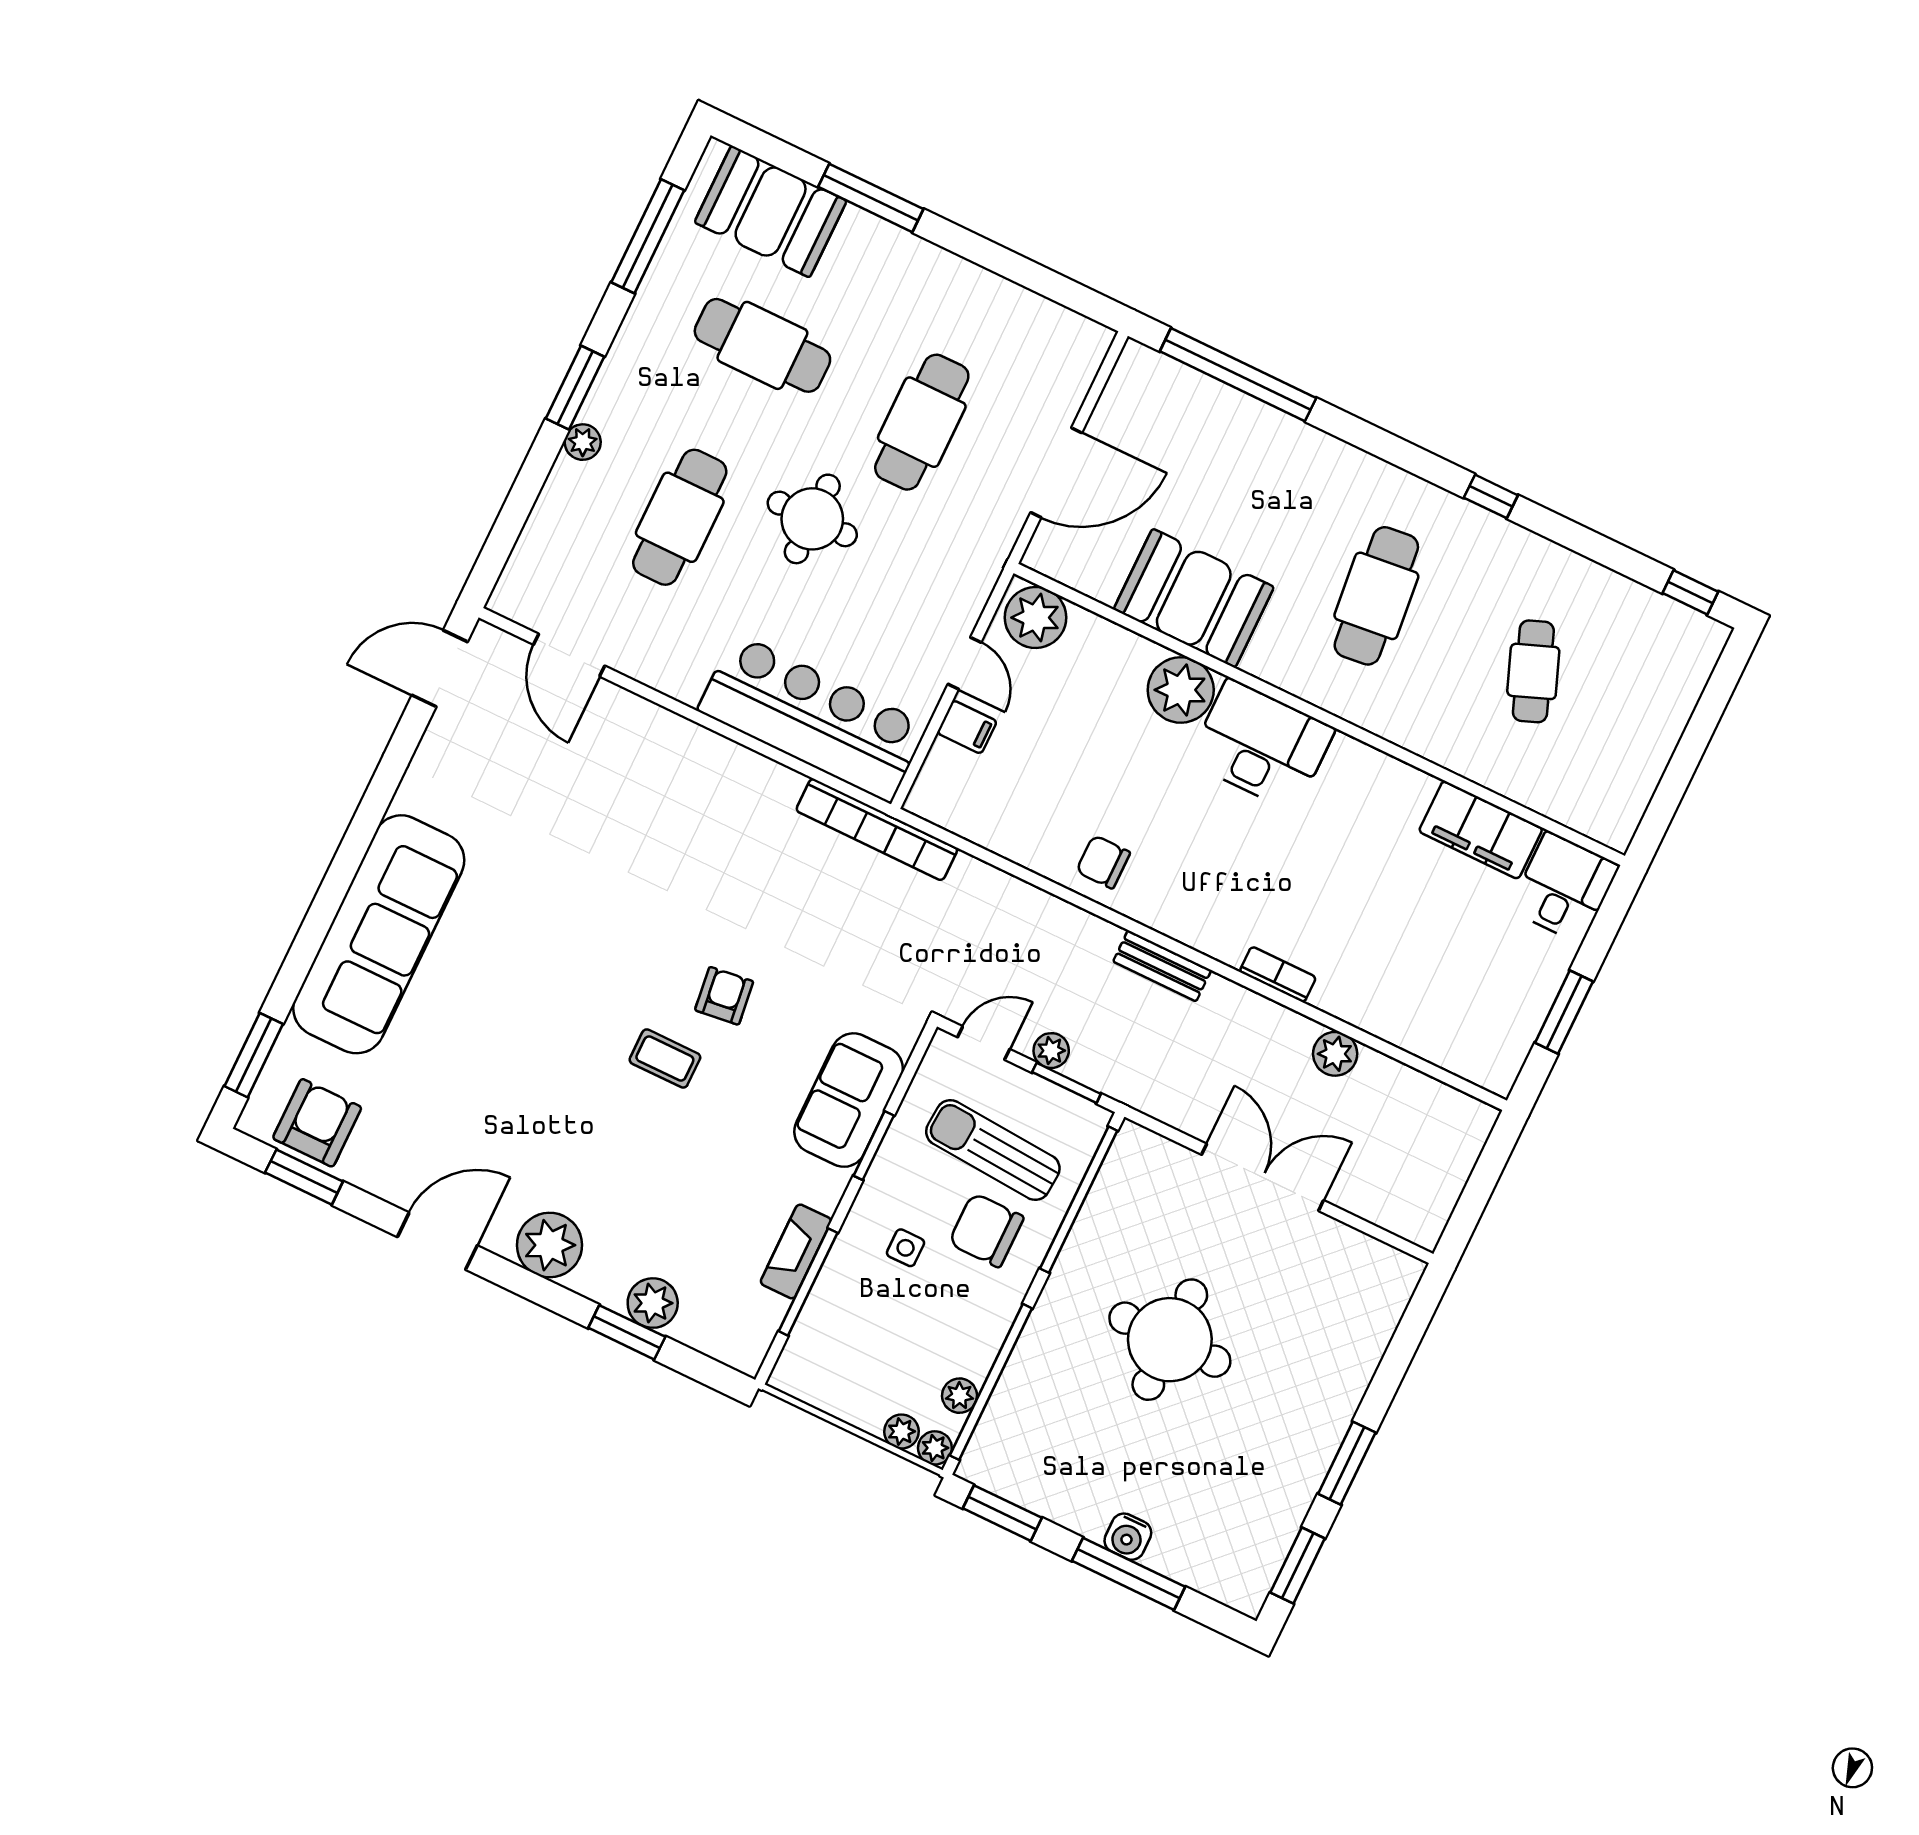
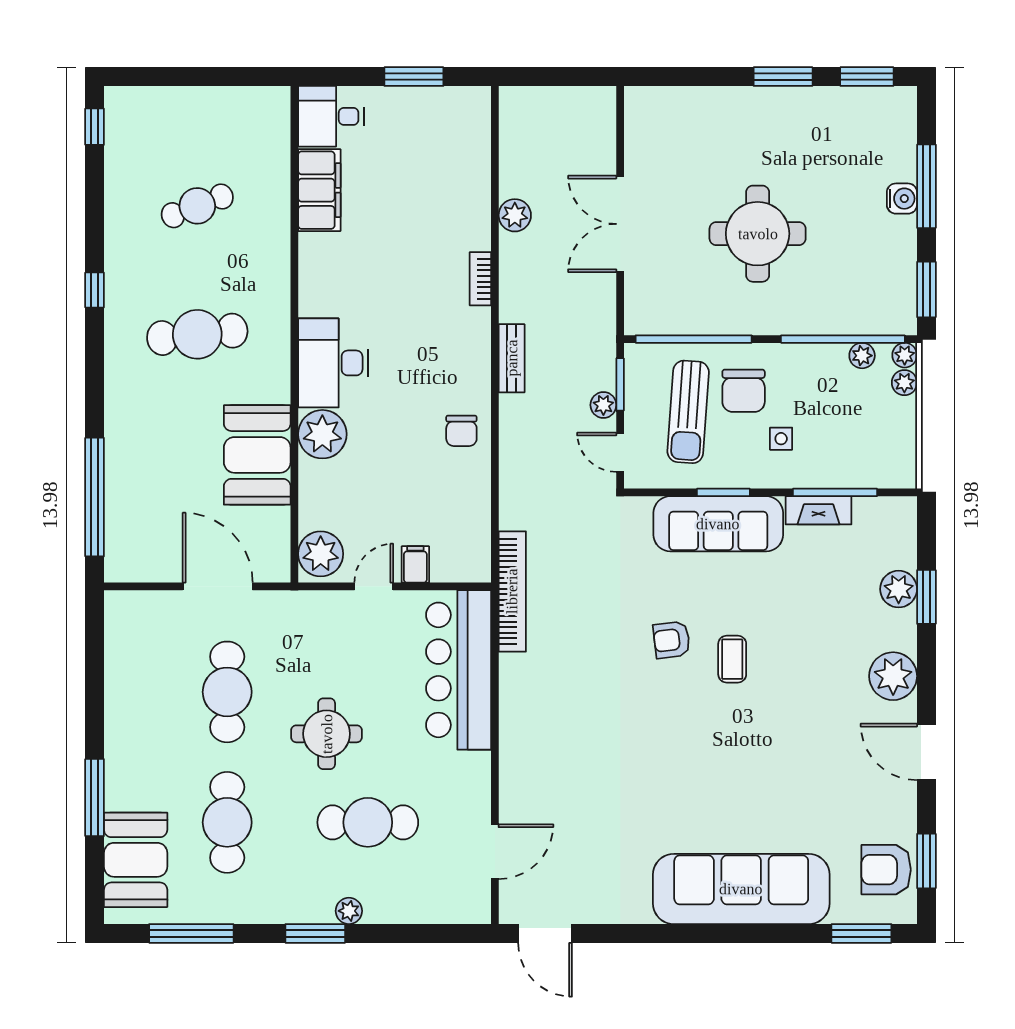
cafe table: (922, 422) -> (227, 692), turned 90
sofa: (849, 1100) -> (718, 524), width x1.36

